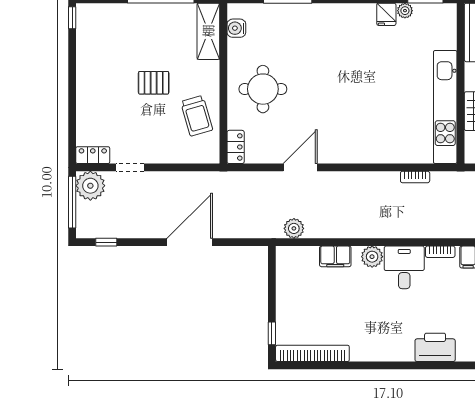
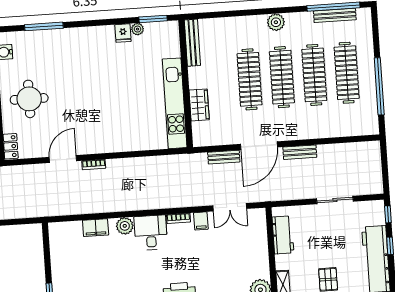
bookcase: (415, 177) -> (94, 165), moved
plant: (294, 228) -> (61, 208), removed

